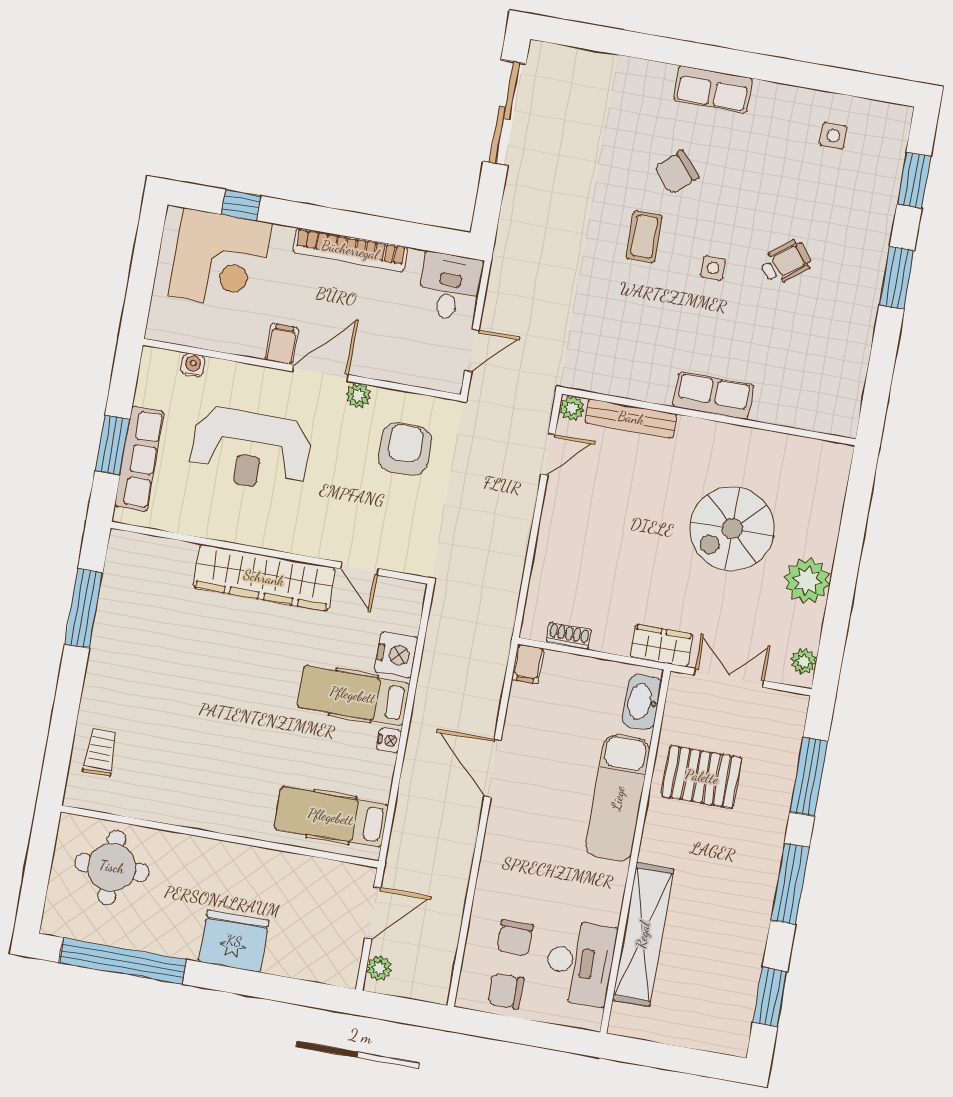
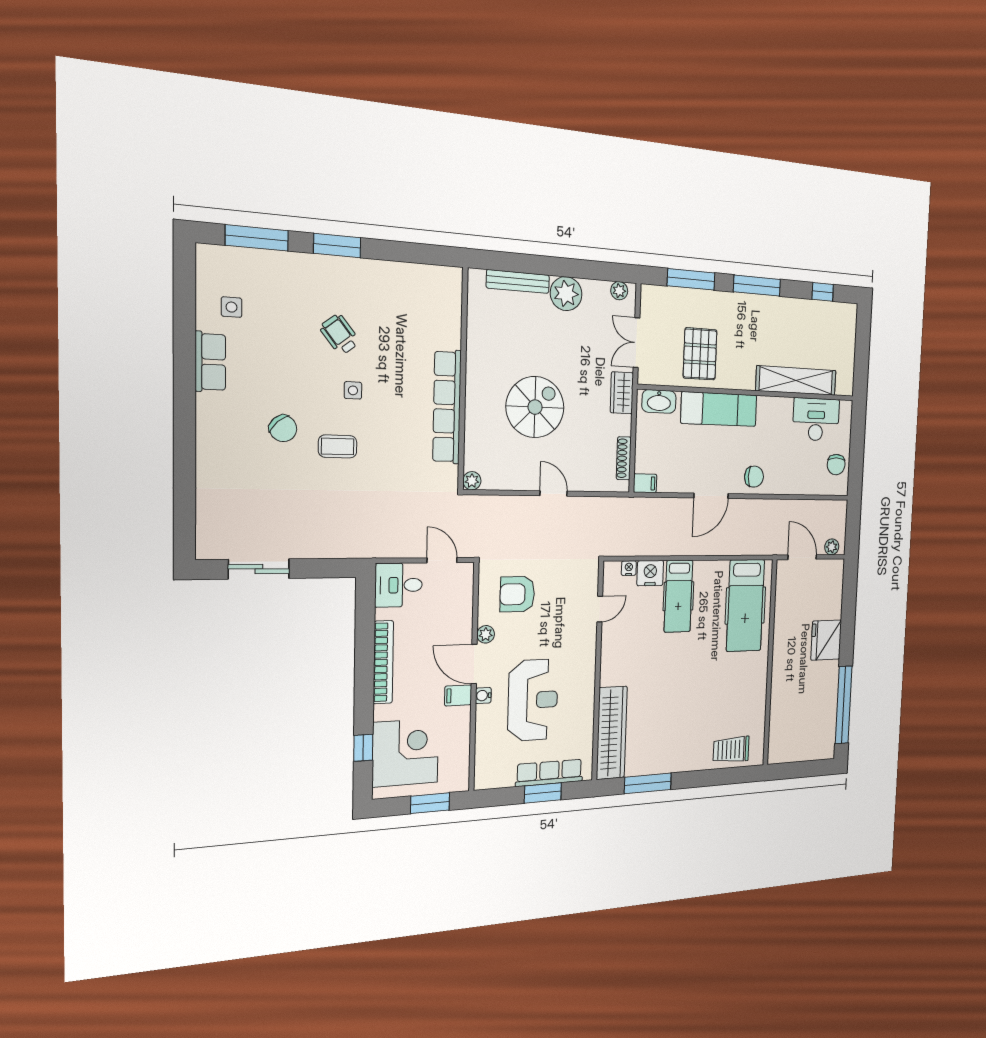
row of seats: (713, 89) -> (210, 362), moved
sliding door: (504, 113) -> (259, 569), width x0.73
window: (914, 180) -> (257, 238), width x1.44
window: (141, 282) -> (430, 803), added
water cooler: (193, 365) -> (483, 696), moved
row of seats: (713, 396) -> (447, 407), width x2.02
bench: (631, 418) -> (518, 281), moved, turned 90
door: (548, 454) -> (554, 493), moved
spiral stairs: (732, 529) -> (535, 407), moved, turned -90
wardrobe: (264, 578) -> (612, 733), moved
shoe rack: (569, 636) -> (624, 458), width x1.43
nightstand: (389, 740) -> (629, 568), moved
trolley: (100, 753) -> (731, 750), width x1.36, depth x1.39
hospital bed: (331, 817) -> (745, 605), width x1.37, depth x1.29
round table: (112, 867) -> (794, 725), removed
chair: (515, 938) -> (754, 477), moved
window: (770, 997) -> (823, 292), width x0.67

